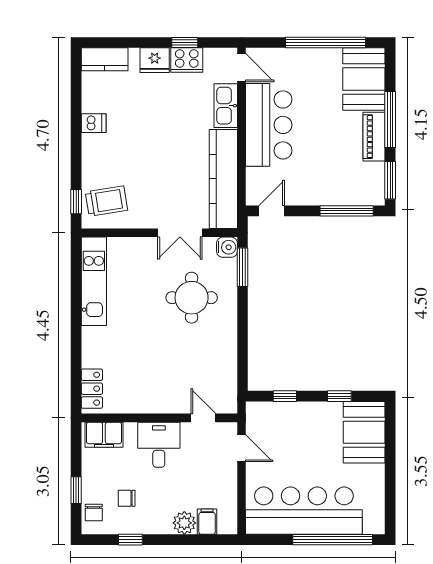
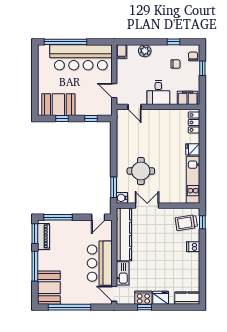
dishwasher: (94, 123) -> (193, 247), moved
piano: (374, 137) -> (44, 236), moved
fridge: (94, 338) -> (193, 149), added
booth: (364, 432) -> (58, 105), moved, turned 90
filing cabinet: (207, 522) -> (122, 52), moved

